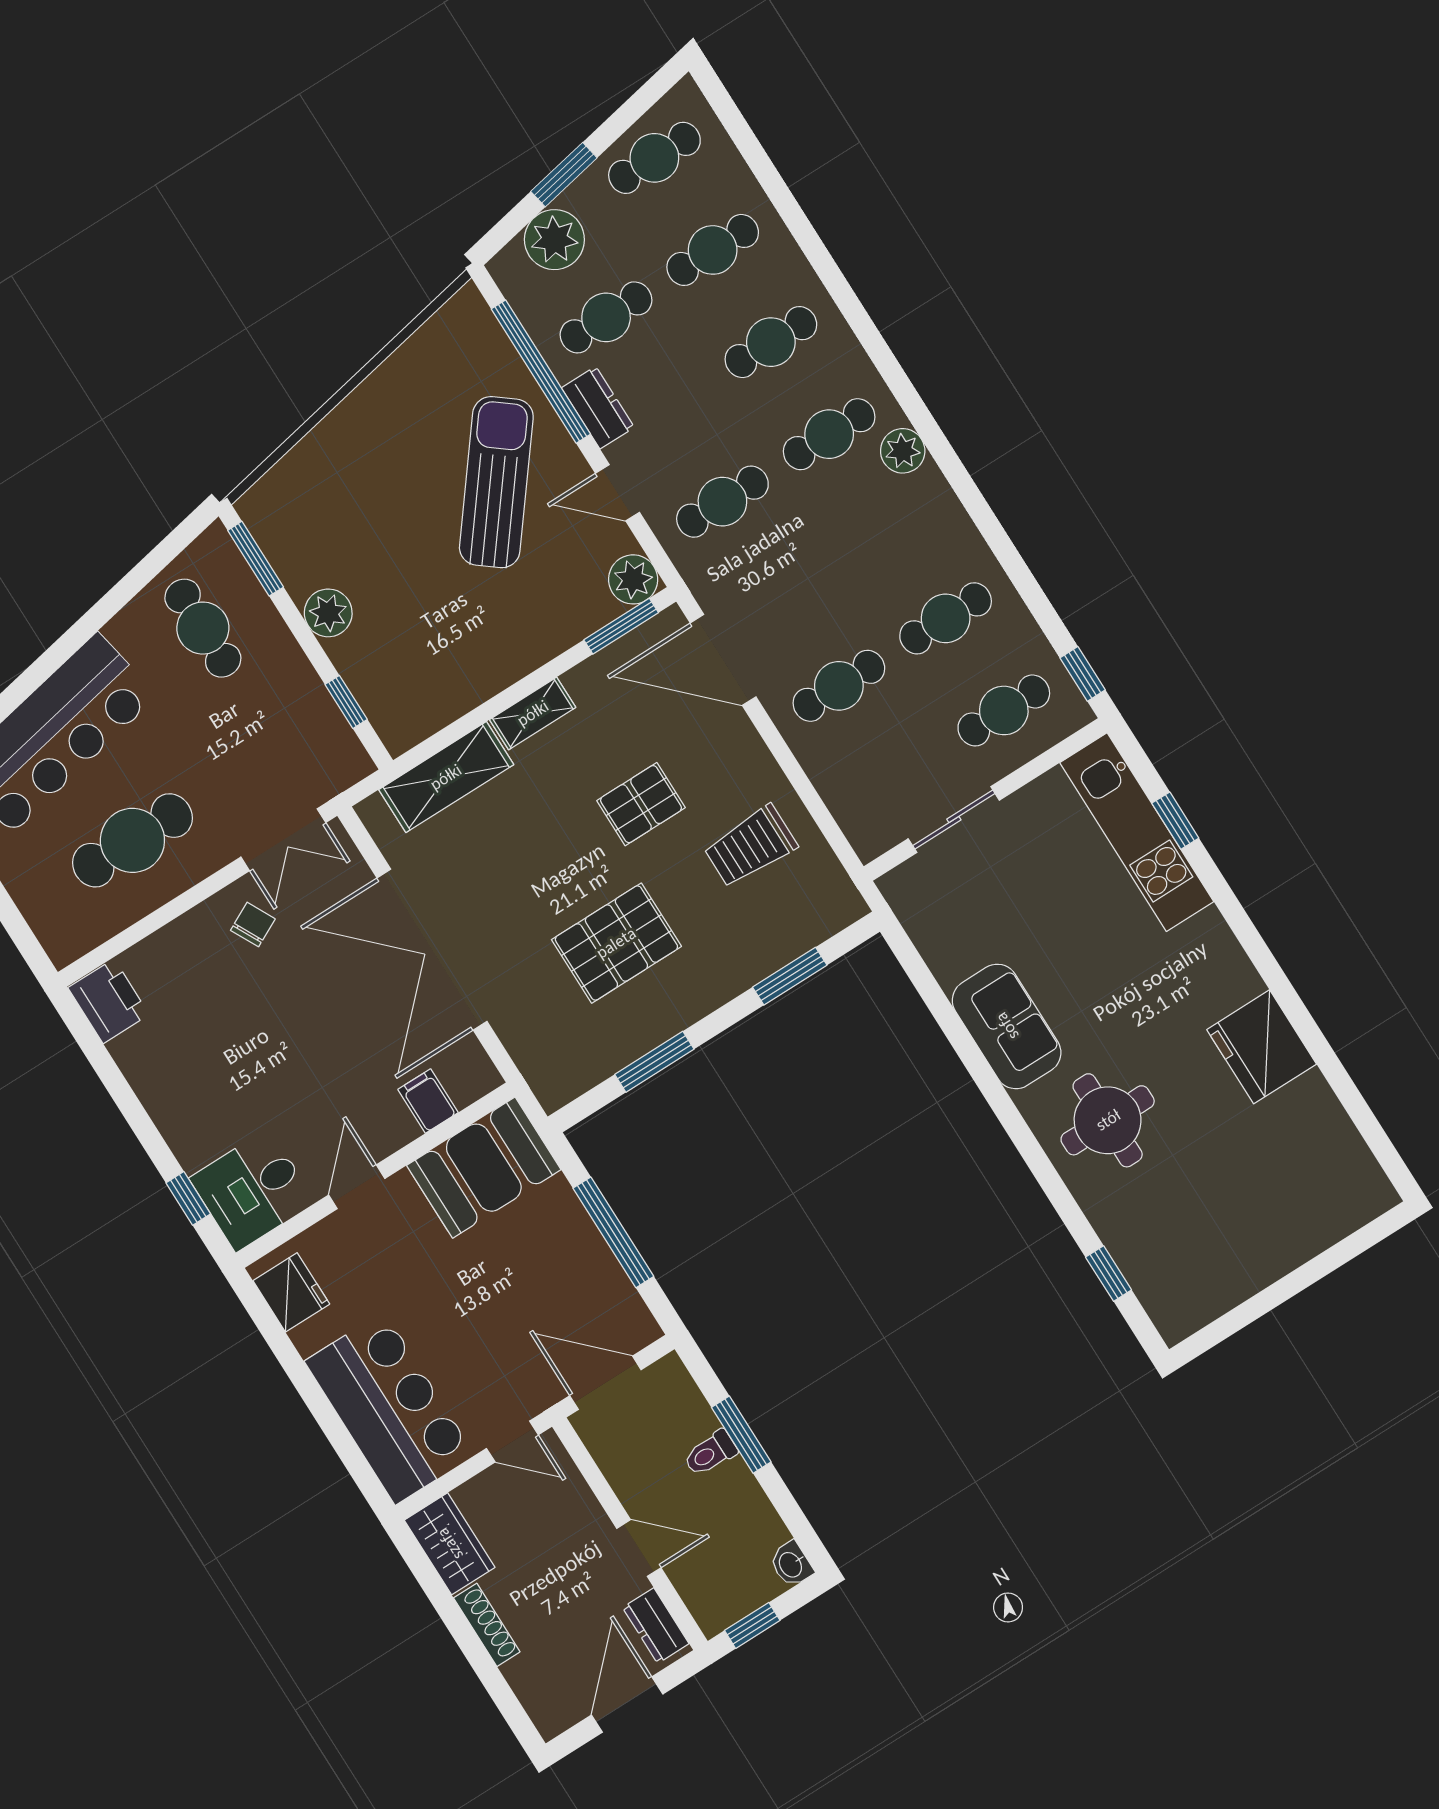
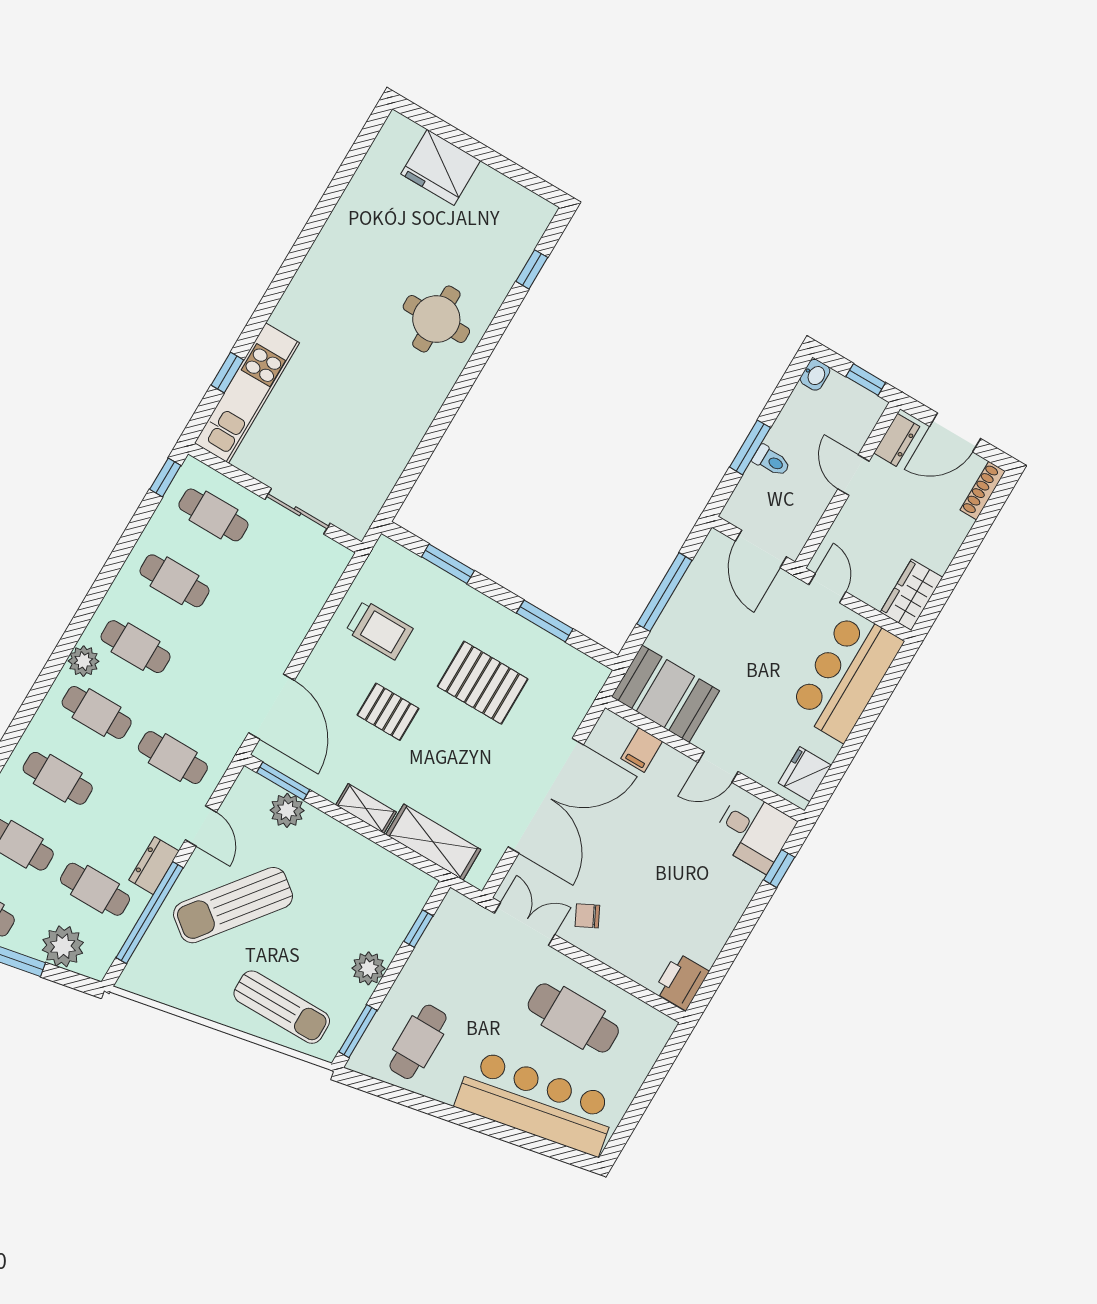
sun lounger: (335, 478) -> (282, 1007), added
plant: (633, 579) -> (287, 810), moved
cafe table: (839, 686) -> (136, 647), moved
sofa: (1007, 1026) -> (410, 412), removed
fridge: (1262, 1047) -> (441, 167), moved, turned 90
shoe rack: (487, 1625) -> (983, 491), moved

